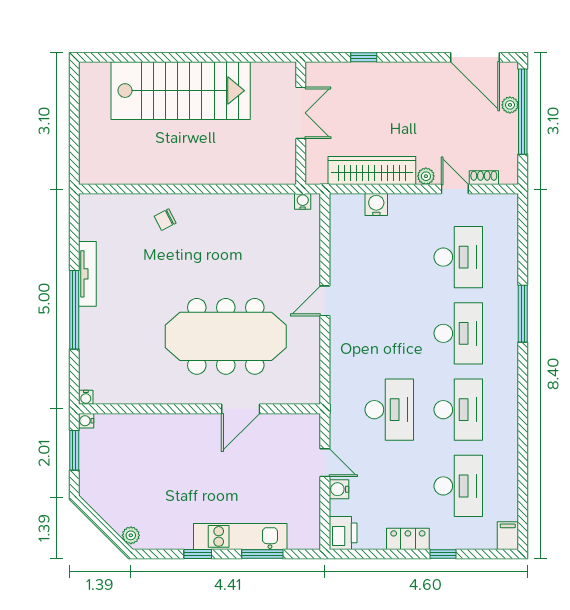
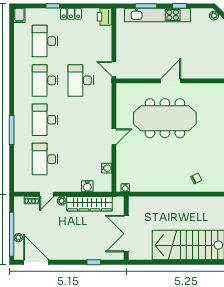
double door: (301, 113) -> (126, 234), width x1.37
door: (455, 189) -> (47, 194), hinge flipped
door: (241, 409) -> (171, 81), moved
door: (325, 463) -> (114, 69), moved
water cooler: (339, 489) -> (107, 168), moved
kitchen unit: (240, 536) -> (158, 15), width x1.36

